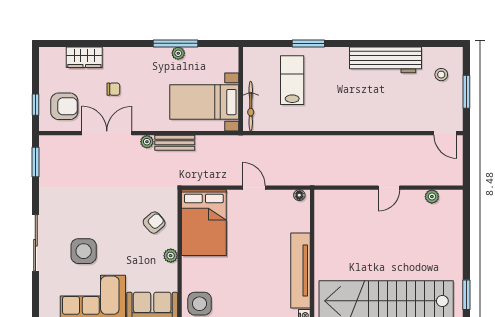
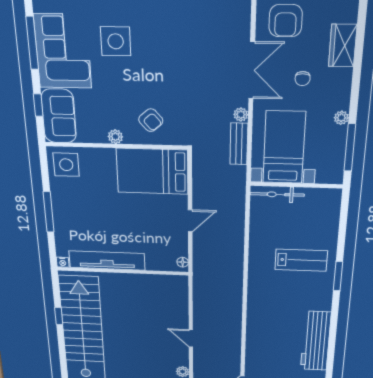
plant: (178, 53) -> (341, 118), moved
wall: (241, 89) -> (296, 185), moved
bed with nightstands: (204, 102) -> (284, 148), moved
bicycle: (251, 106) -> (277, 194), moved

